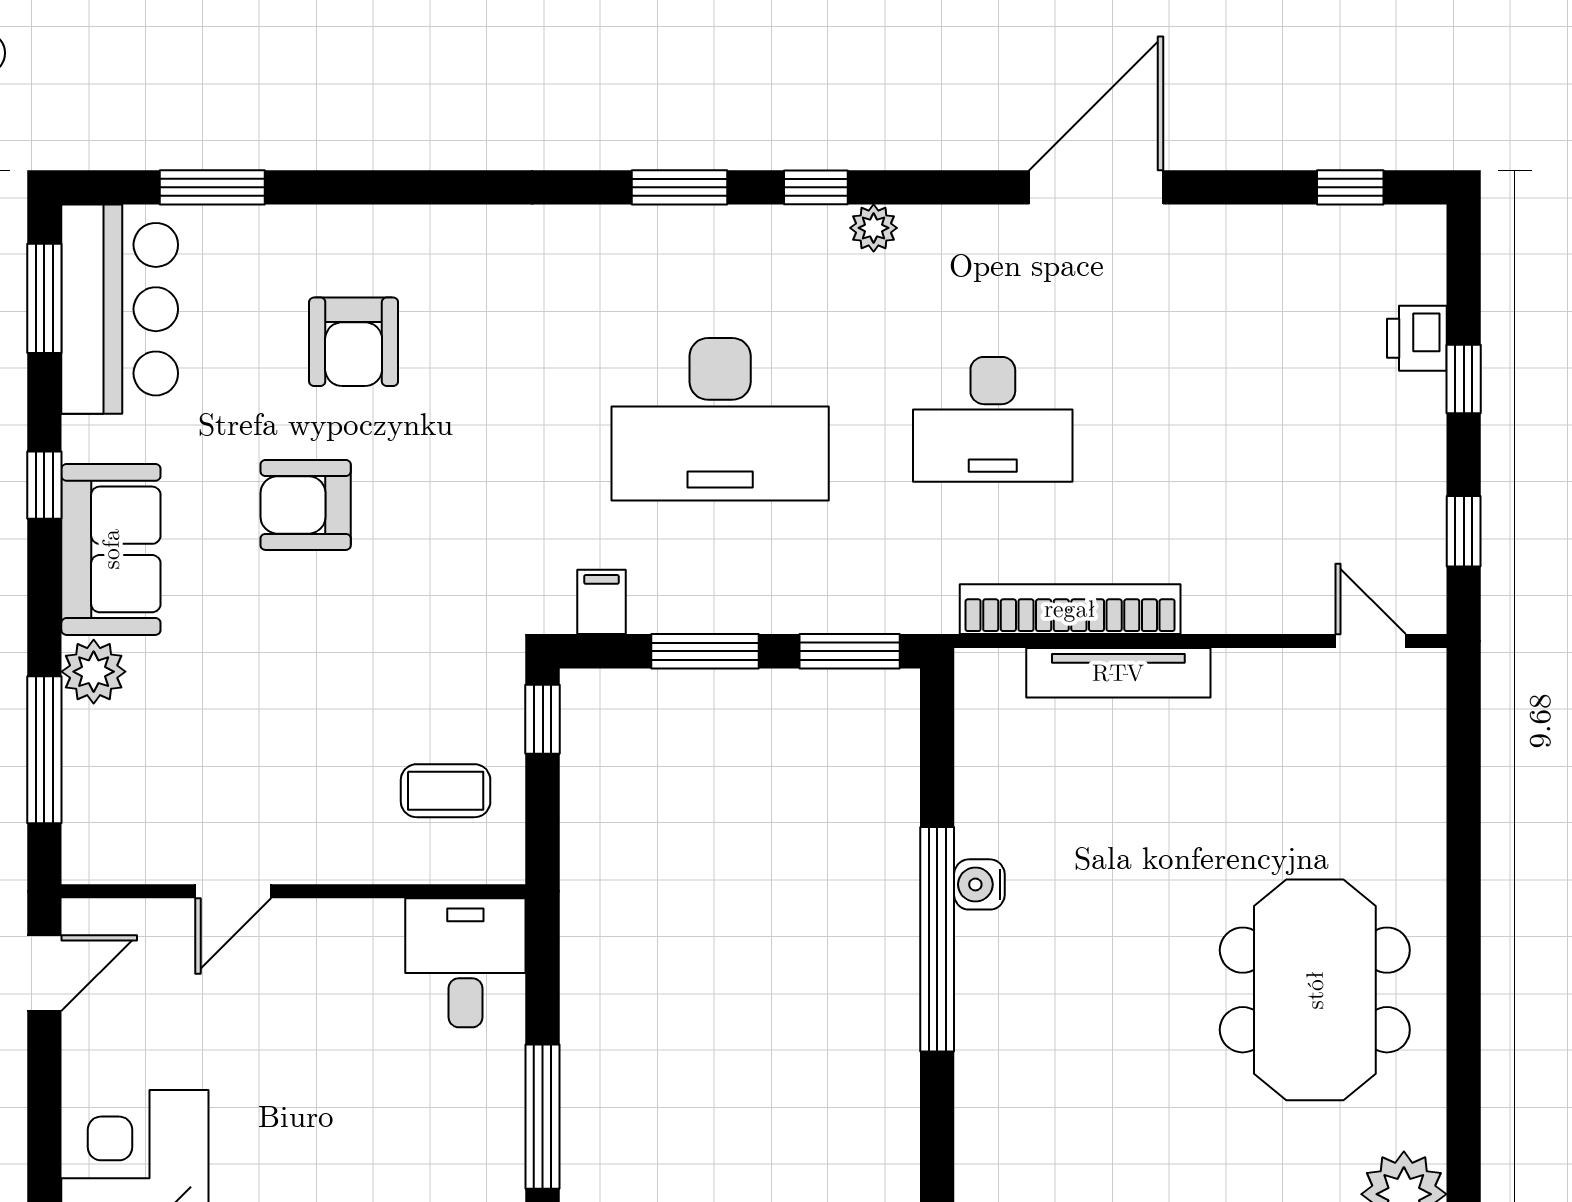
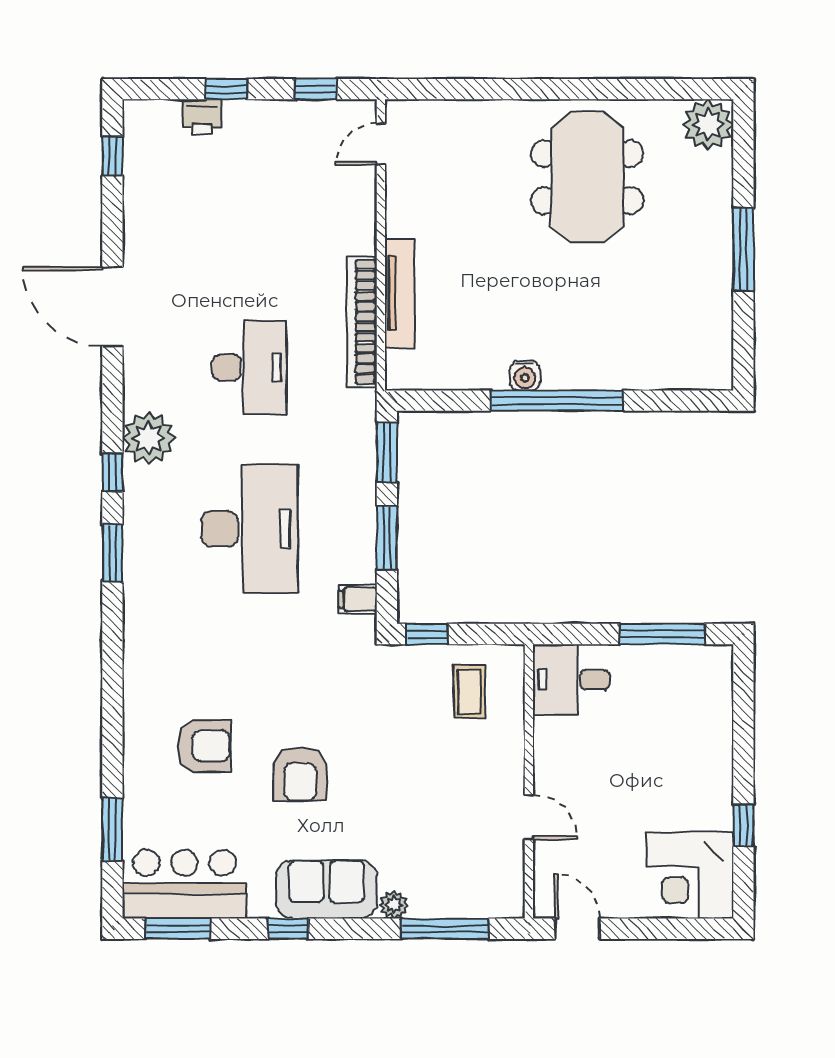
plant: (874, 228) -> (149, 438), width x1.88, depth x1.88
plant: (94, 672) -> (394, 905), width x0.73, depth x0.73
meeting table: (1315, 990) -> (587, 177), turned 90

